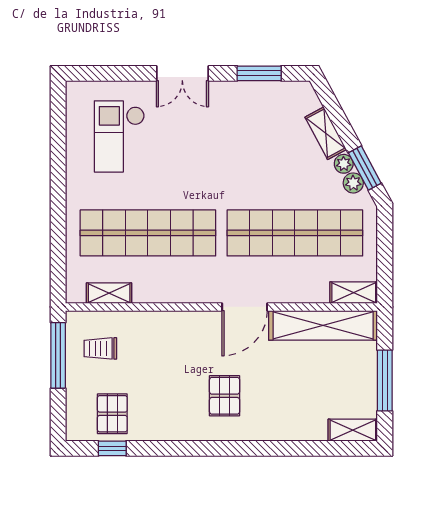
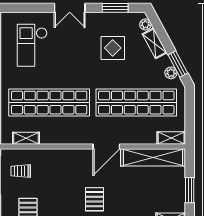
display table: (255, 141) -> (113, 48), added
plant: (344, 164) -> (145, 24), moved
window: (385, 381) -> (190, 190), width x0.69

